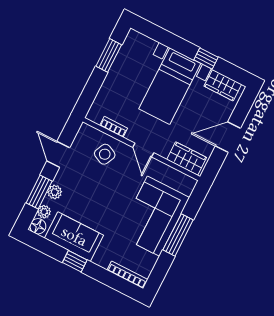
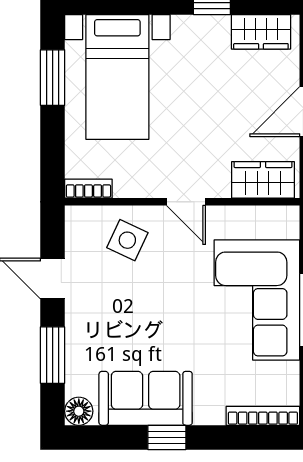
bed with nightstands: (170, 86) -> (117, 77), moved
bookcase: (114, 127) -> (88, 189), moved
plant: (55, 192) -> (78, 342), removed
plant: (44, 212) -> (77, 383), removed

